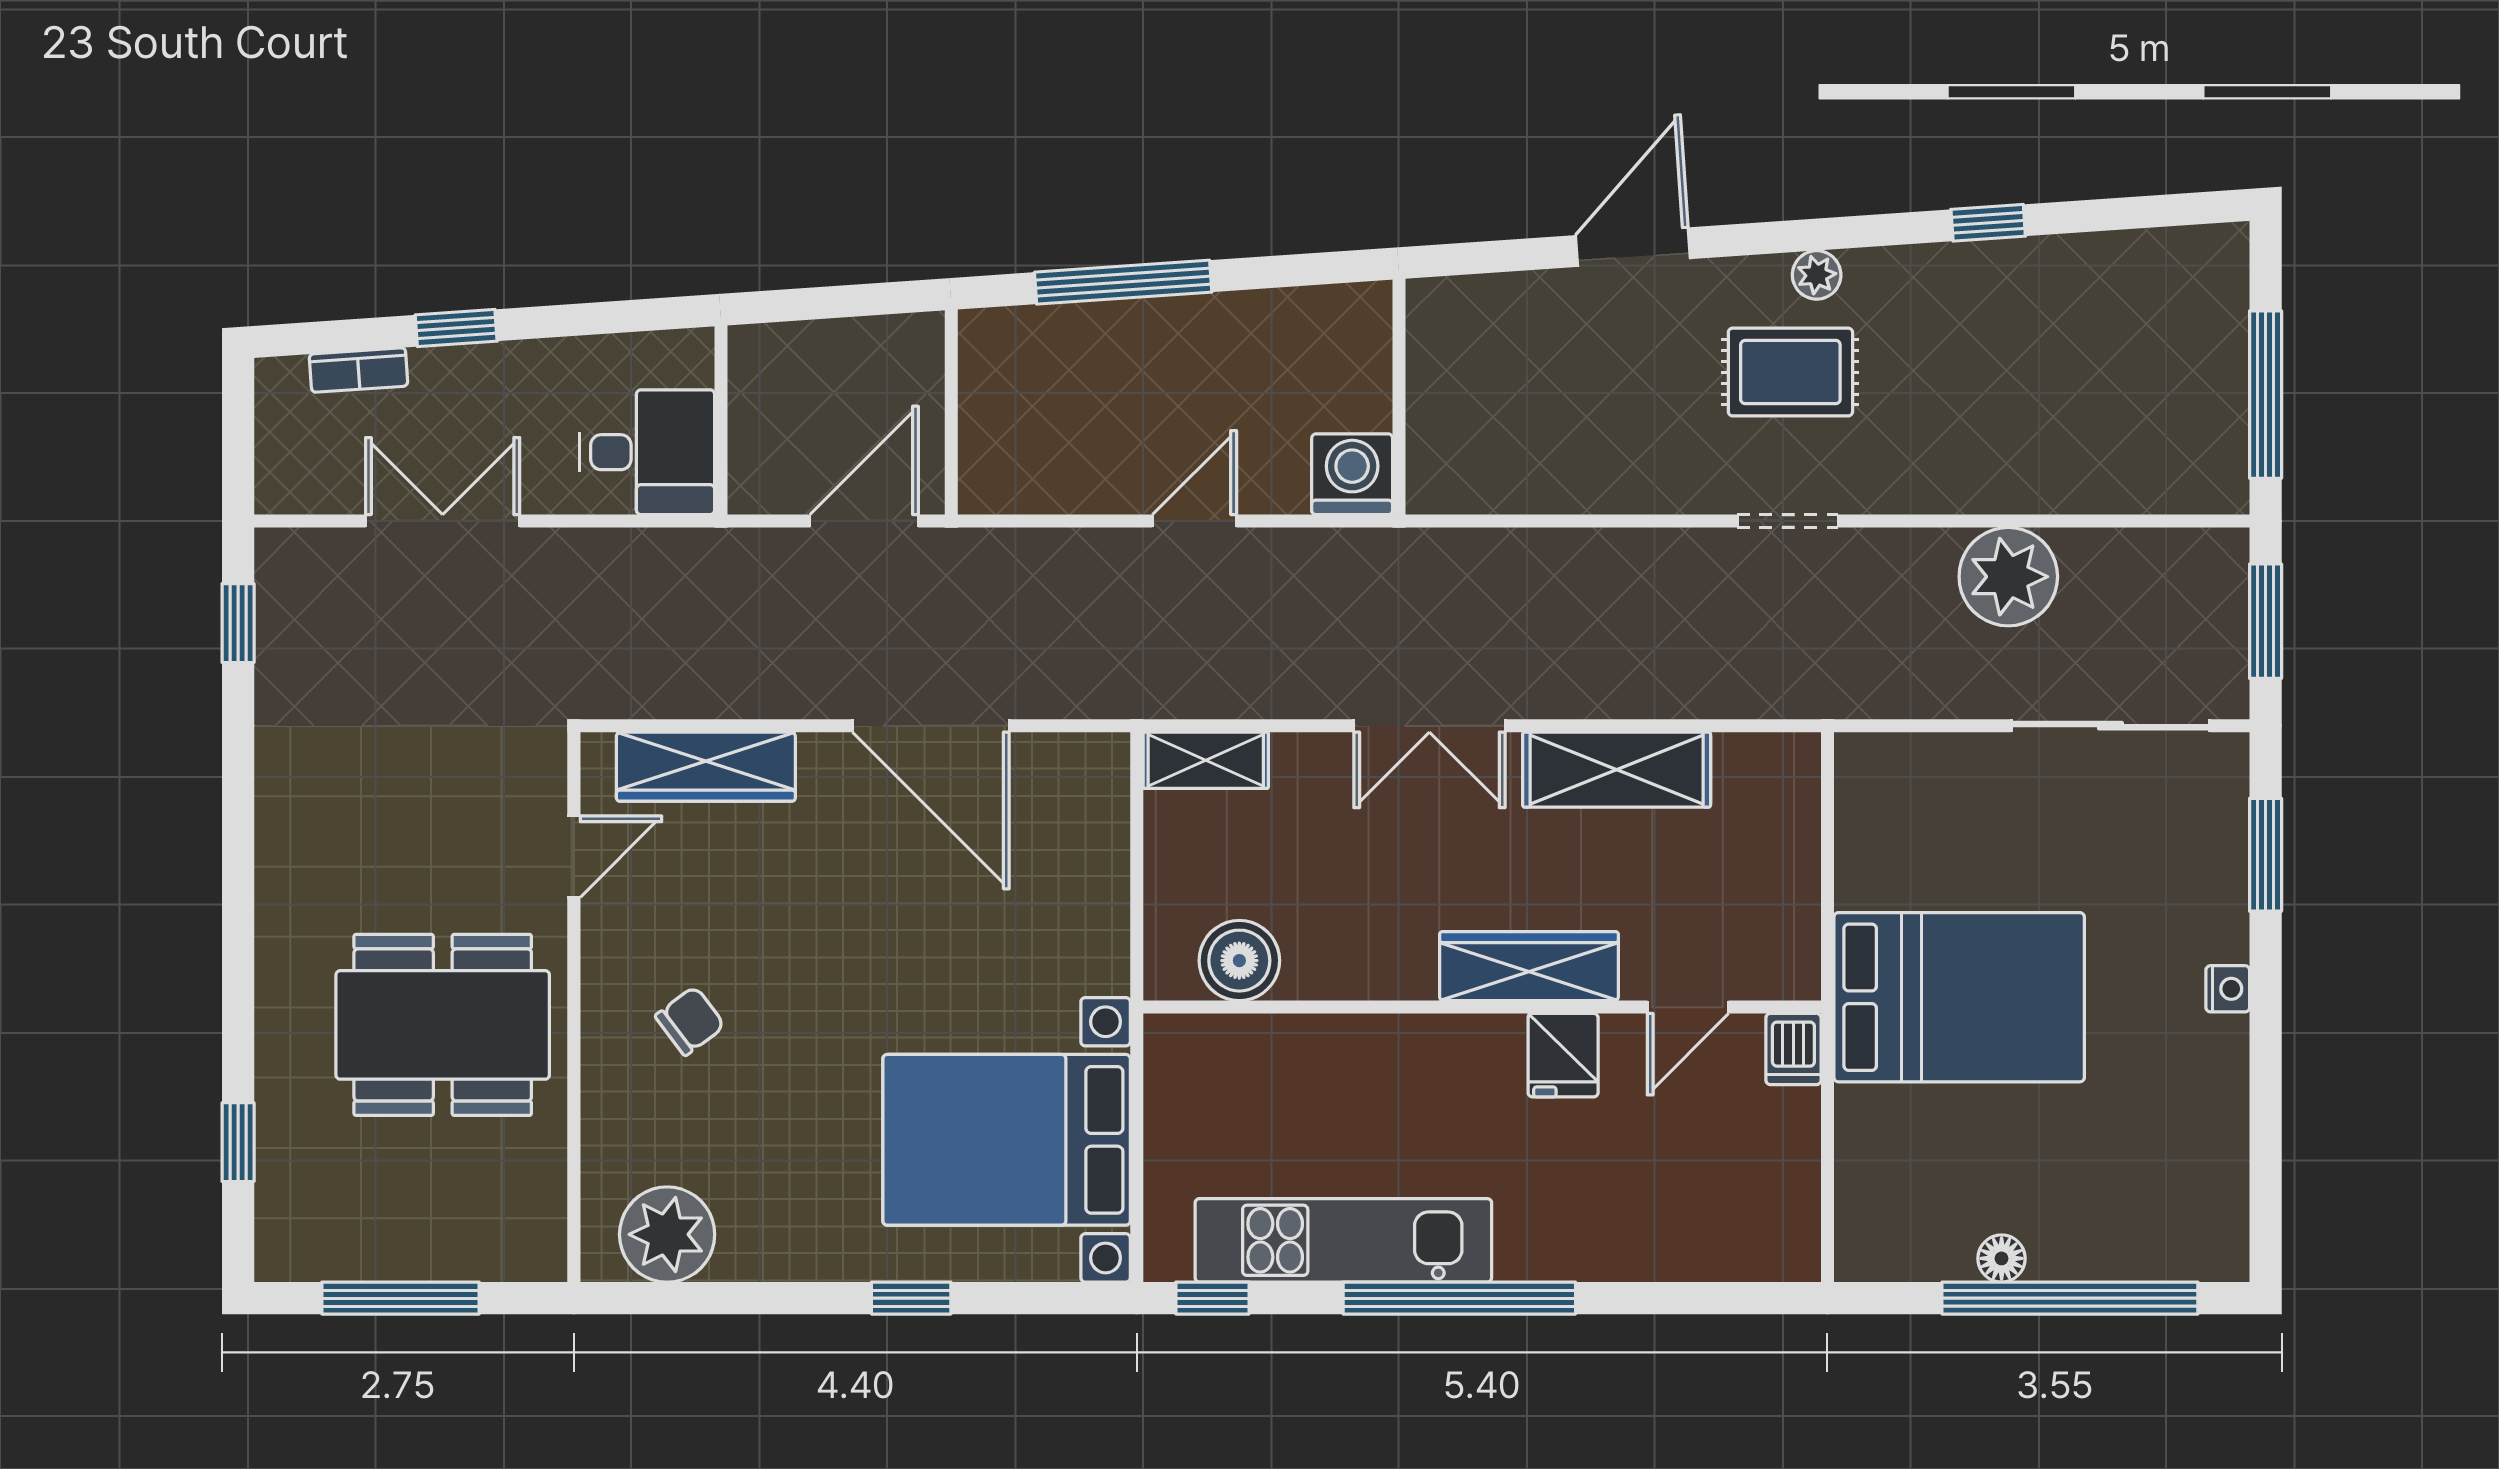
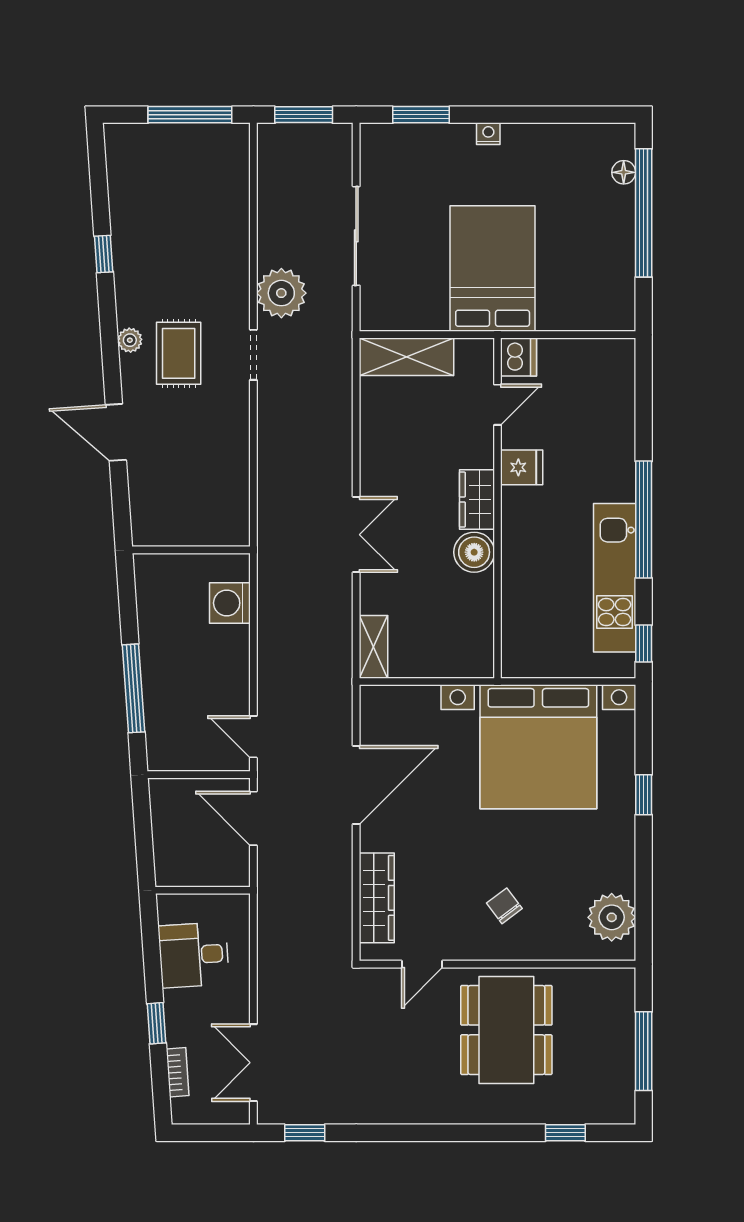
desk: (647, 452) -> (194, 955), moved, turned -94
washing machine: (1352, 474) -> (230, 603), moved
double door: (443, 521) -> (253, 1063), moved
door: (1194, 521) -> (253, 737), moved
plant: (2008, 577) -> (281, 293), moved
sliding door: (2110, 726) -> (356, 236), moved
shelving: (1617, 770) -> (407, 357), moved, turned 90
door: (574, 857) -> (422, 964), swing flipped
boiler: (1239, 961) -> (474, 552), moved
wardrobe: (1529, 966) -> (477, 500), width x0.67
door: (1688, 1007) -> (497, 405), hinge flipped
dishwasher: (1793, 1049) -> (519, 357), width x1.38
bed with nightstands: (1007, 1140) -> (538, 747), width x1.36
floor lamp: (2002, 1258) -> (624, 172), moved

